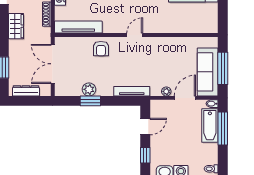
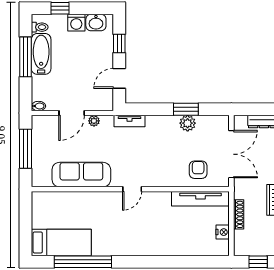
armchair: (101, 49) -> (198, 170), moved
sofa: (208, 72) -> (81, 175), moved, turned -90
tv unit: (132, 91) -> (129, 121), width x0.71
bathtub: (210, 126) -> (41, 54), moved
window: (223, 129) -> (26, 57), moved

